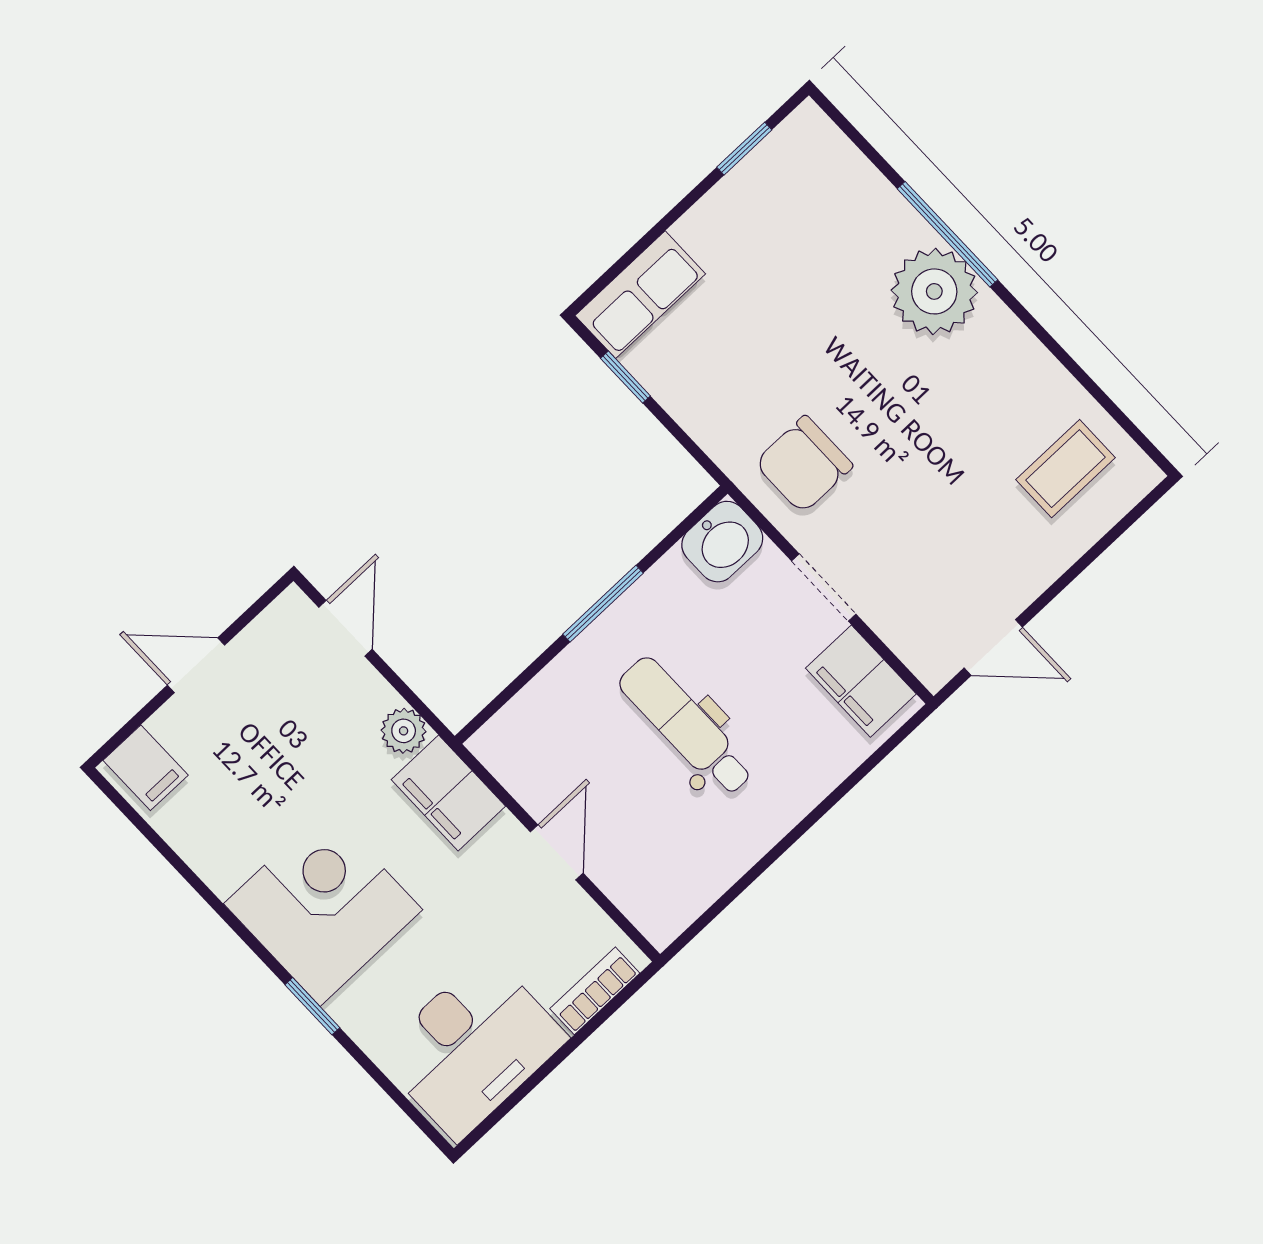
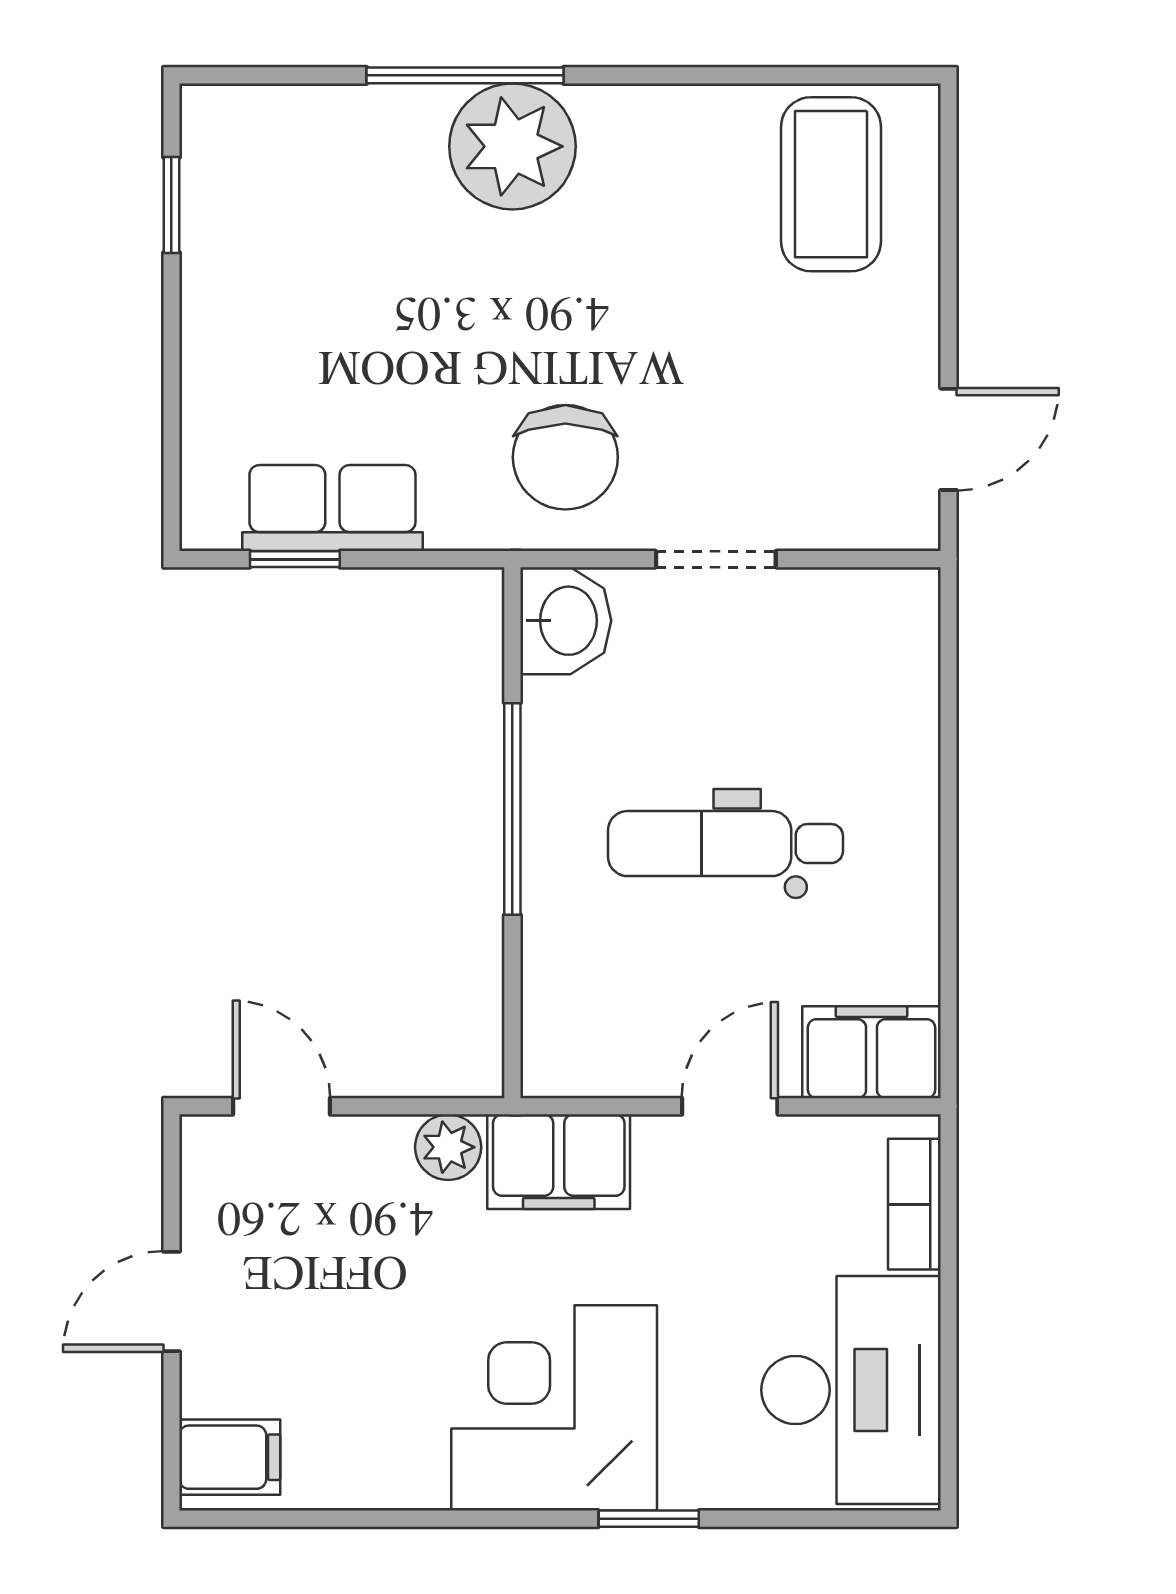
row of seats: (640, 295) -> (332, 508), moved, turned -90
coffee table: (1066, 469) -> (831, 184), width x1.36, depth x1.30
window: (603, 604) -> (512, 809), width x1.44
filing cabinet: (861, 681) -> (872, 1052), moved, turned 180
door: (557, 852) -> (730, 1106), hinge flipped

